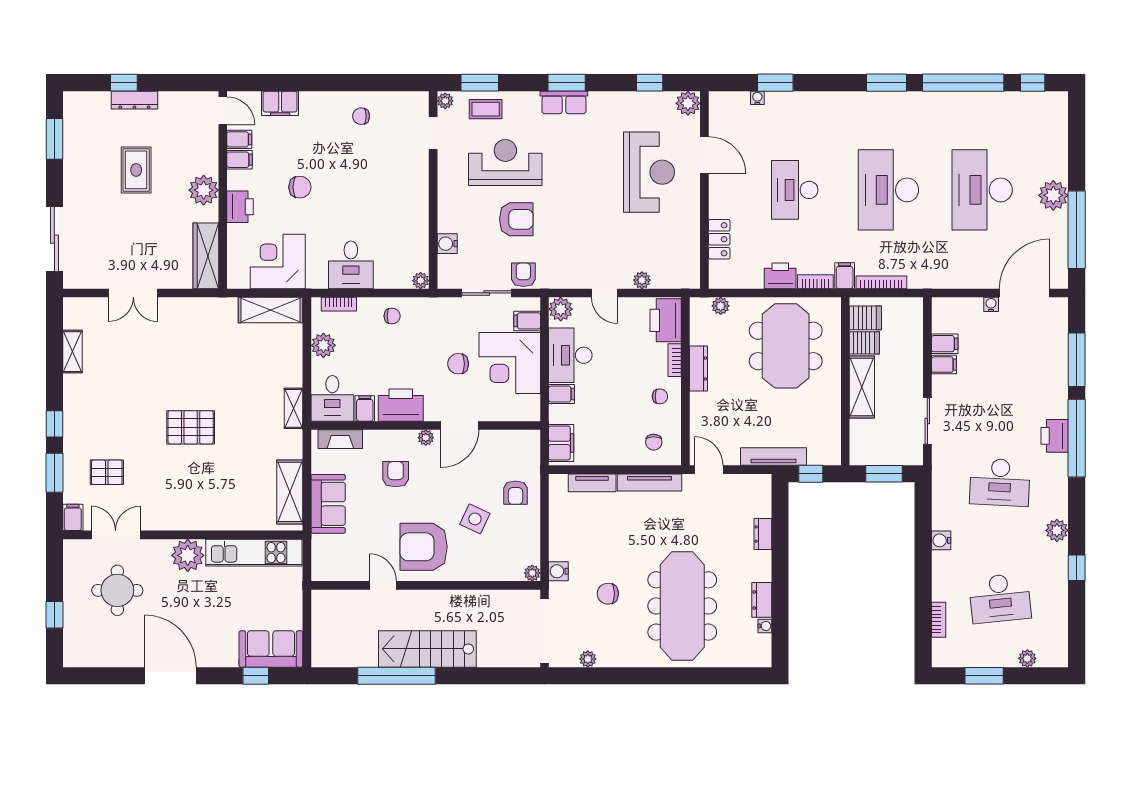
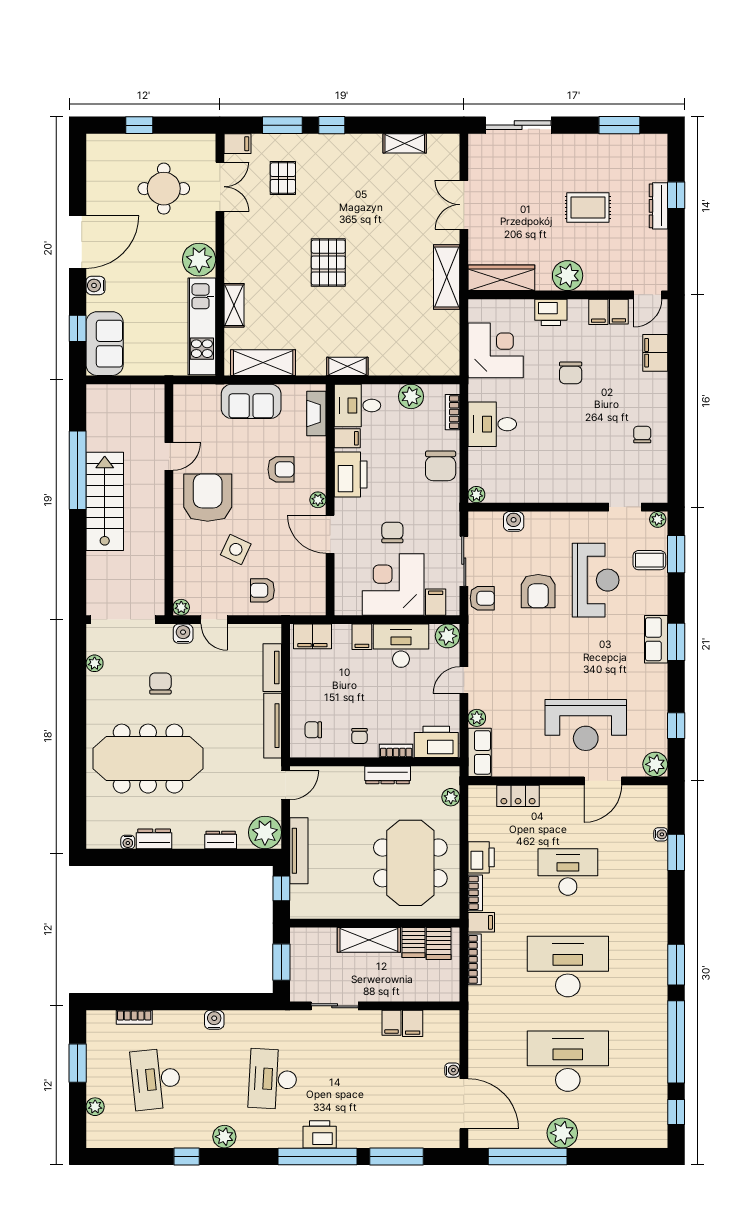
coffee table: (486, 109) -> (649, 560), turned 90
row of seats: (676, 277) -> (480, 752), added
shelving: (271, 310) -> (447, 277), moved
chair: (392, 316) -> (441, 466), width x1.87, depth x1.87
meeting table: (786, 346) -> (410, 863), turned 90
plant: (755, 490) -> (265, 832), added
shelving: (233, 521) -> (234, 305), added
door: (545, 540) -> (214, 620), added
water cooler: (213, 658) -> (96, 285), added

